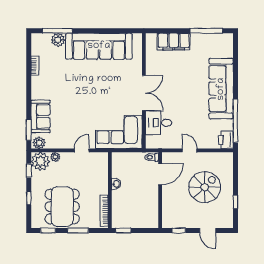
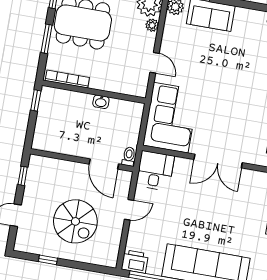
desk: (159, 123) -> (155, 171), moved

